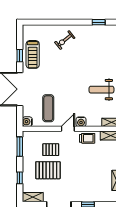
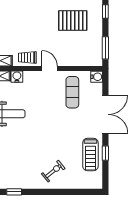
treadmill: (33, 54) -> (90, 155), turned 180
water cooler: (81, 122) -> (17, 77), moved
door: (68, 129) -> (50, 69), swing flipped
pallet: (51, 150) -> (69, 44), removed

